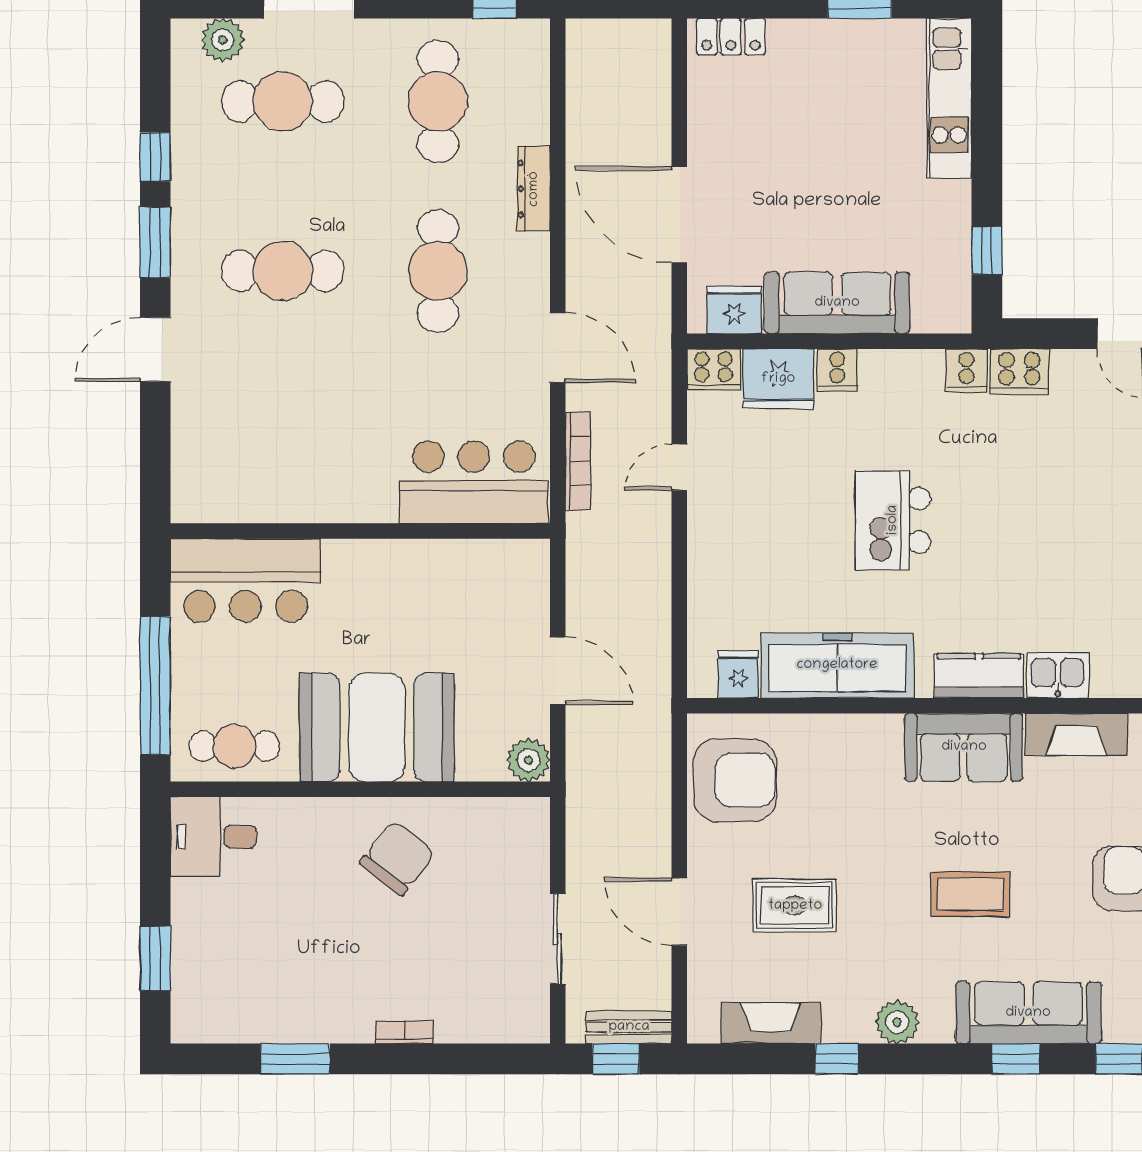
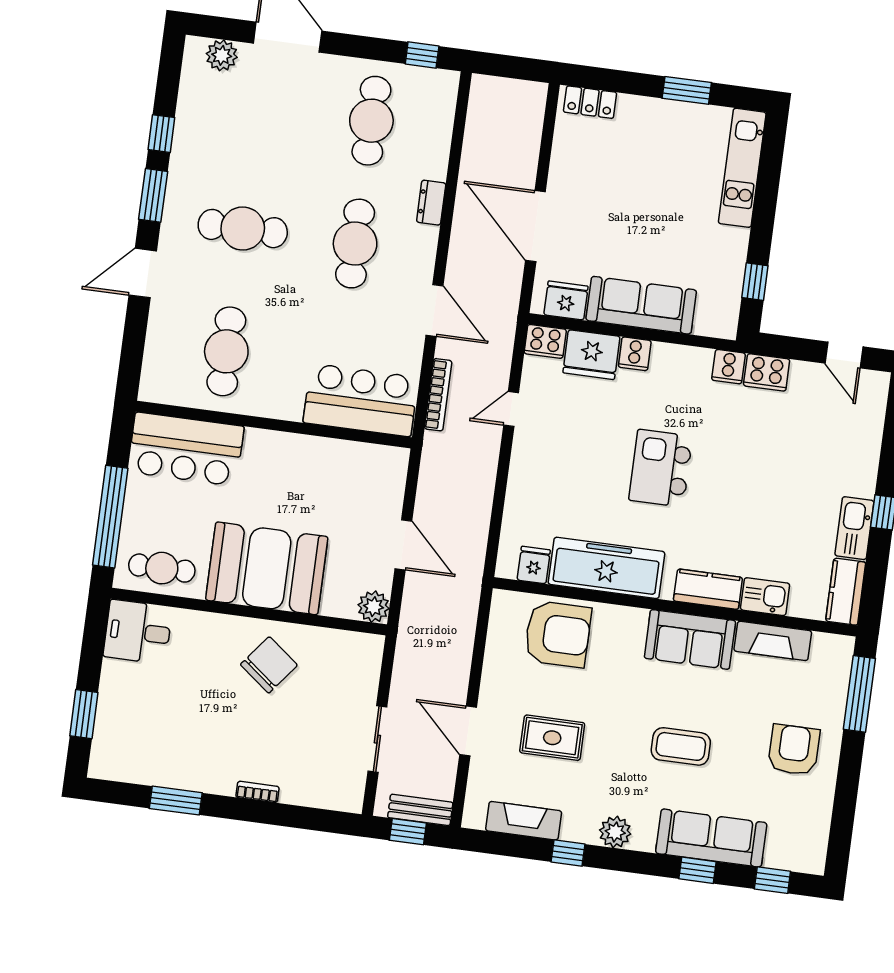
cafe table: (283, 101) -> (226, 351), moved, turned 90
dresser: (534, 189) -> (431, 203), width x0.70
armchair: (735, 780) -> (558, 634), moved

